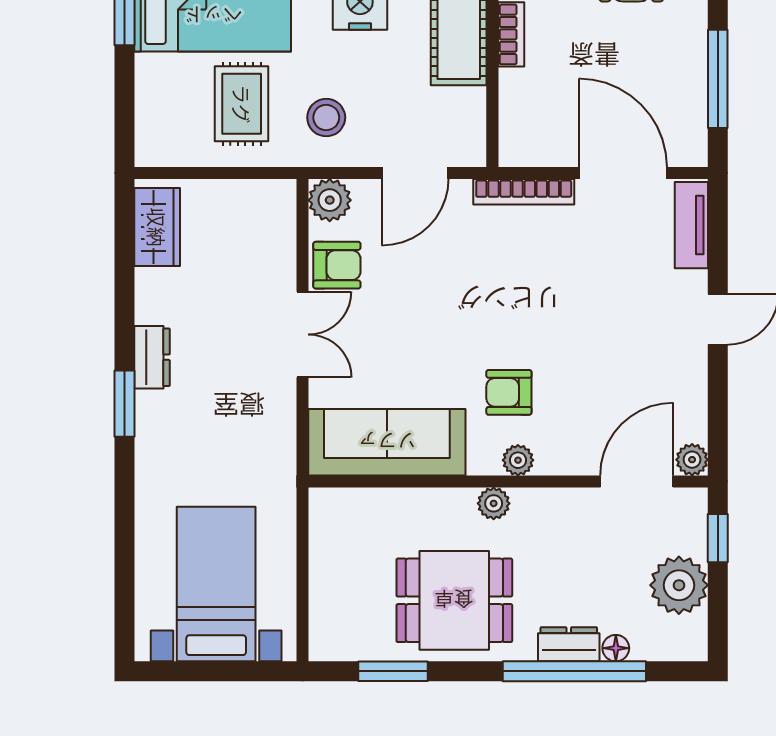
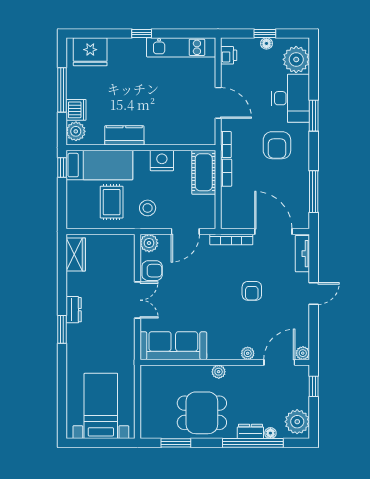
armchair: (509, 392) -> (252, 291), moved, turned -90
plant: (518, 460) -> (248, 353), moved
plant: (679, 585) -> (297, 422), moved

